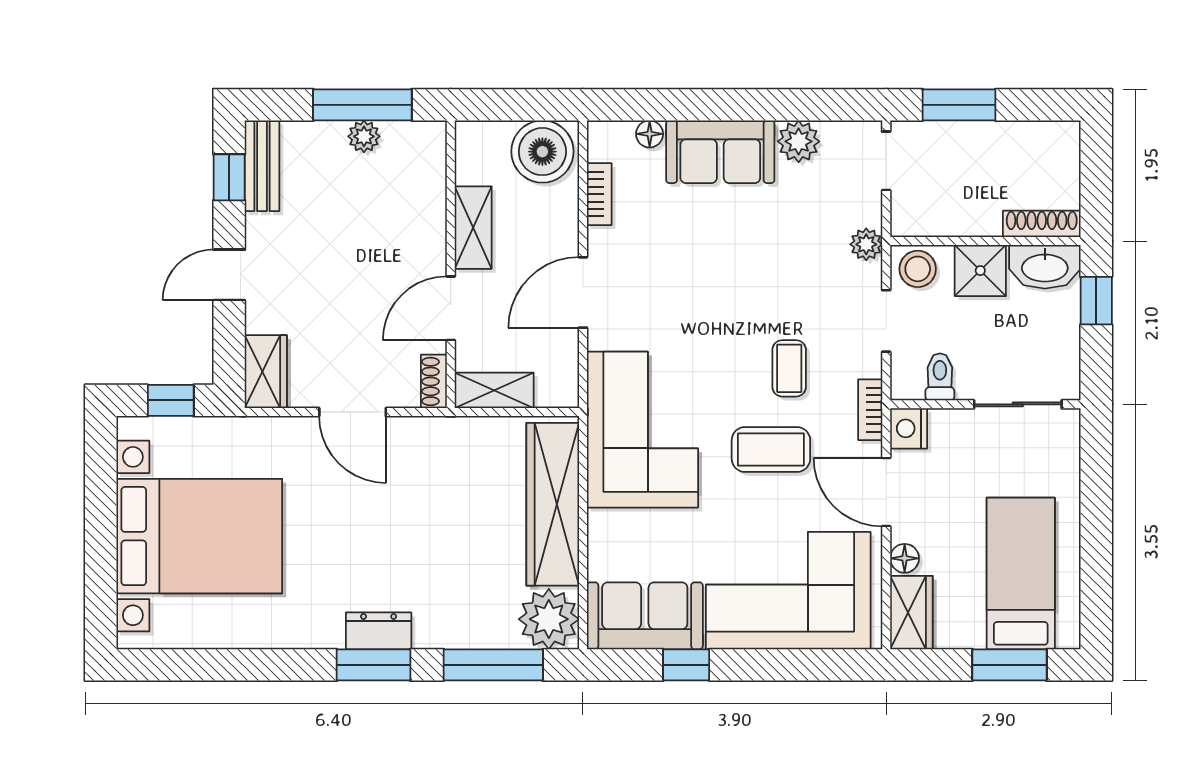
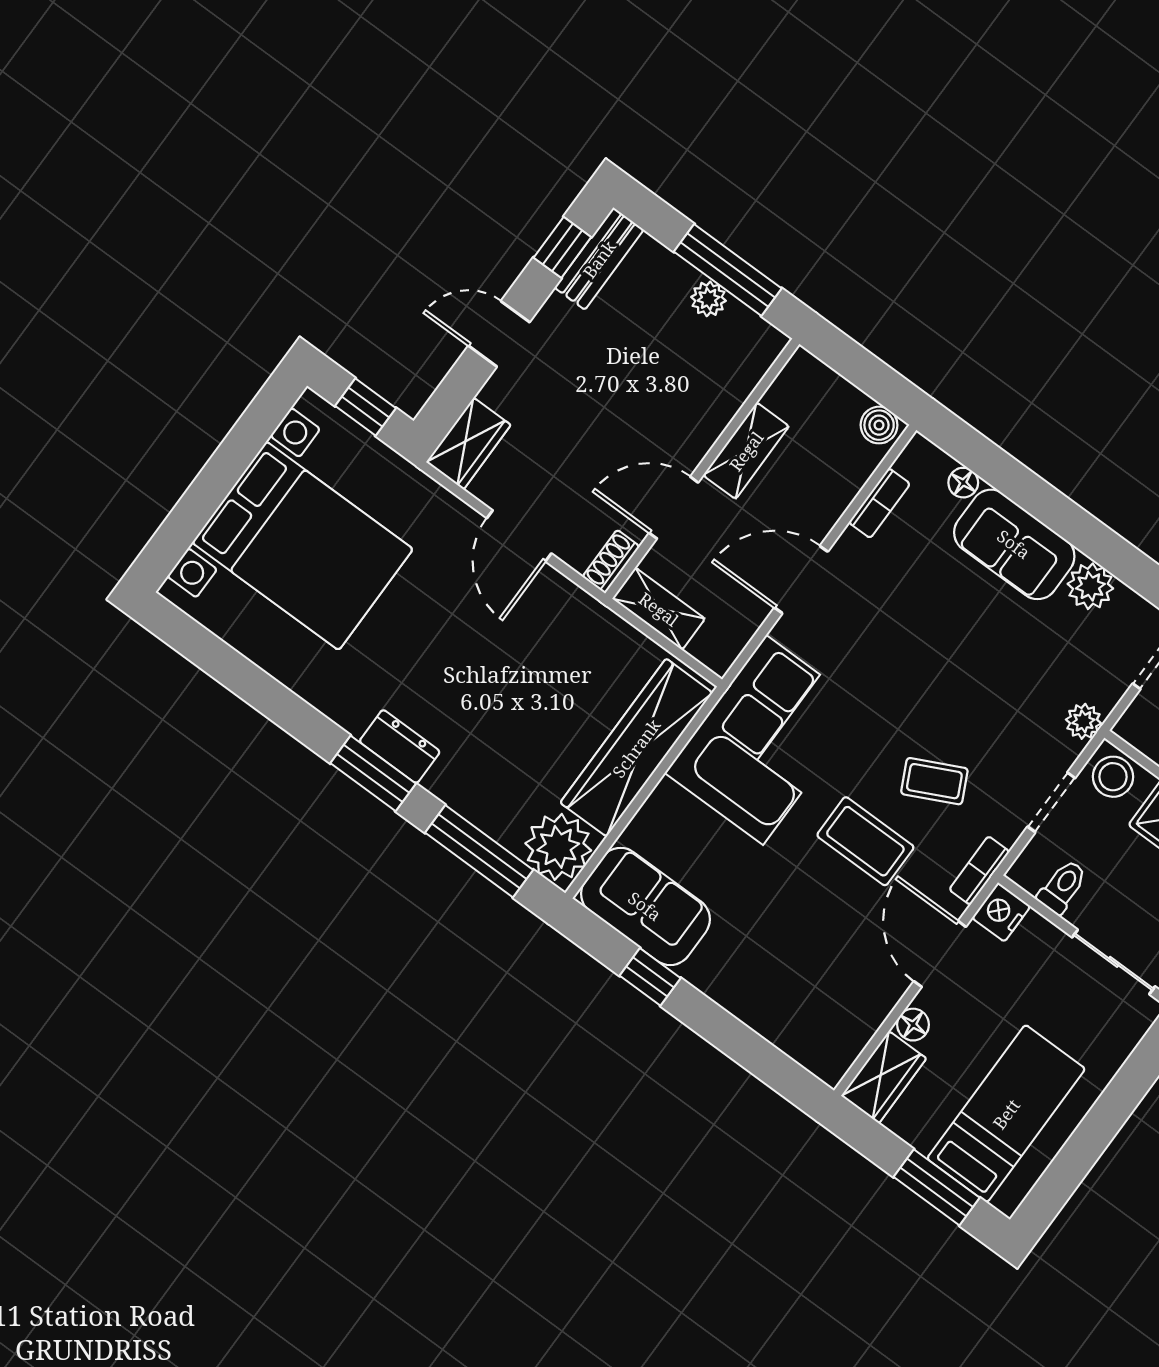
boiler: (542, 152) -> (879, 425), width x0.54, depth x0.54
coffee table: (789, 368) -> (934, 781), turned 64
corner sofa: (788, 591) -> (789, 977), removed

